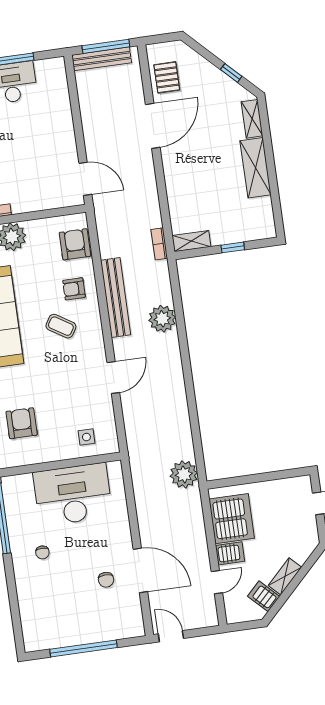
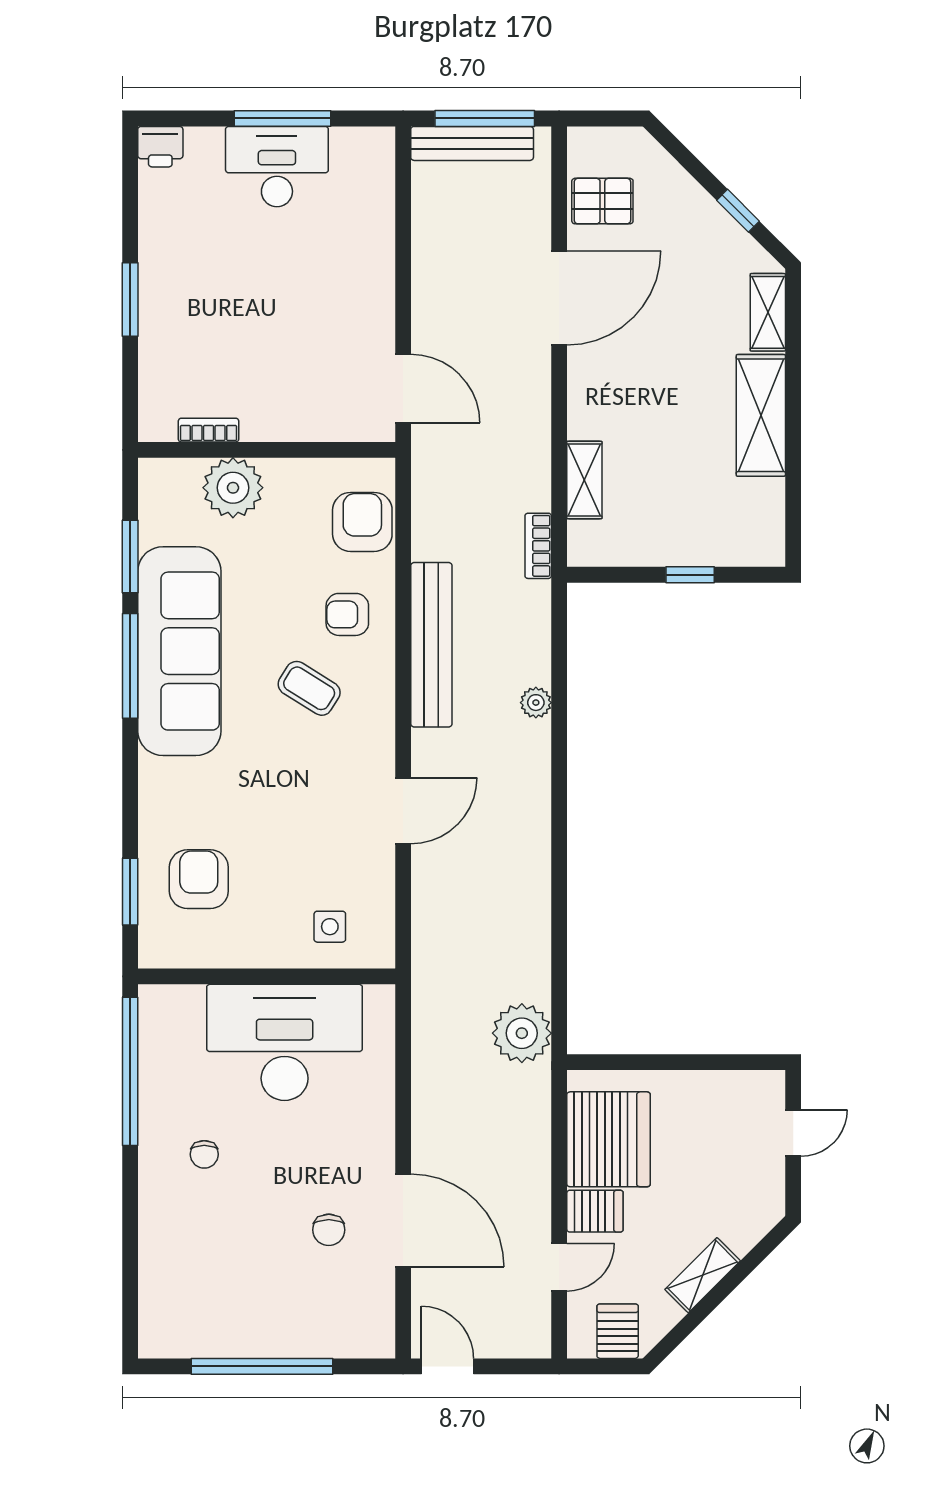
pallet: (167, 77) -> (602, 201), turned 90
shelving: (191, 241) -> (584, 480), moved, turned 90
plant: (162, 319) -> (536, 703), width x0.53, depth x0.53
server rack: (264, 596) -> (618, 1331), moved, turned 45

